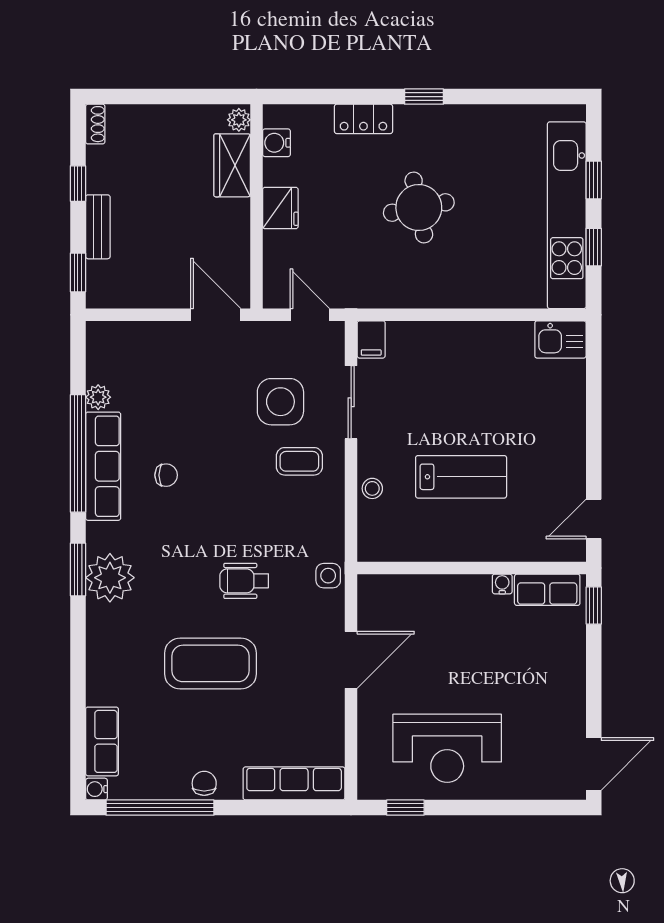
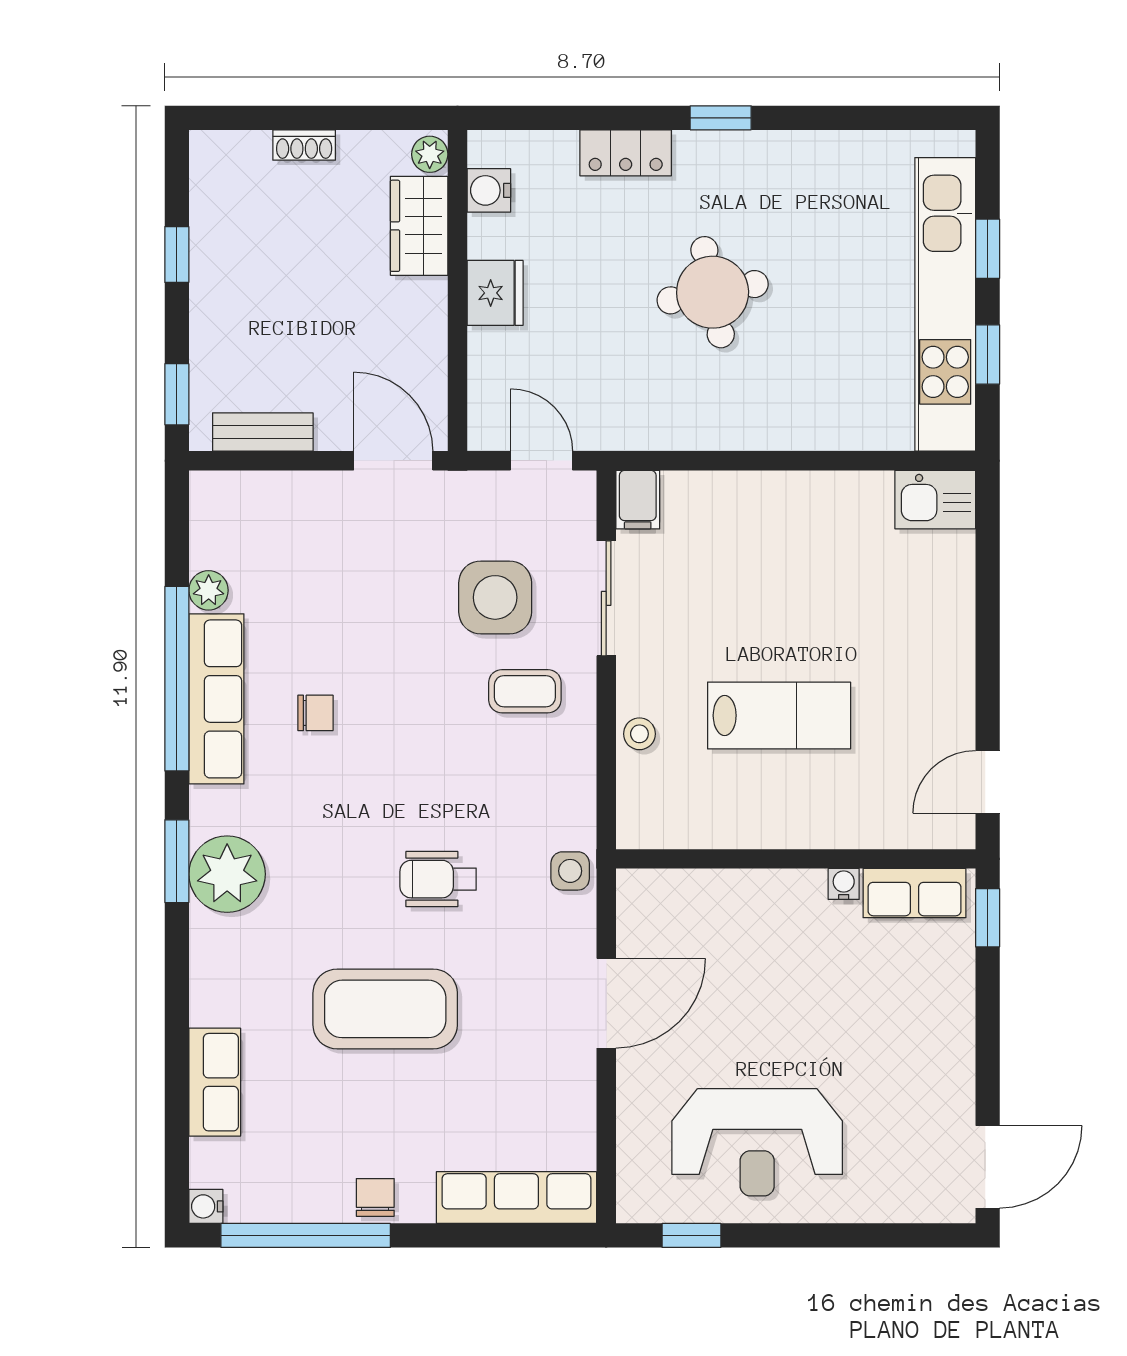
shoe rack: (95, 124) -> (304, 145), moved, turned 90
bench: (98, 227) -> (263, 432), moved, turned 90
row of seats: (102, 741) -> (215, 1082), moved

